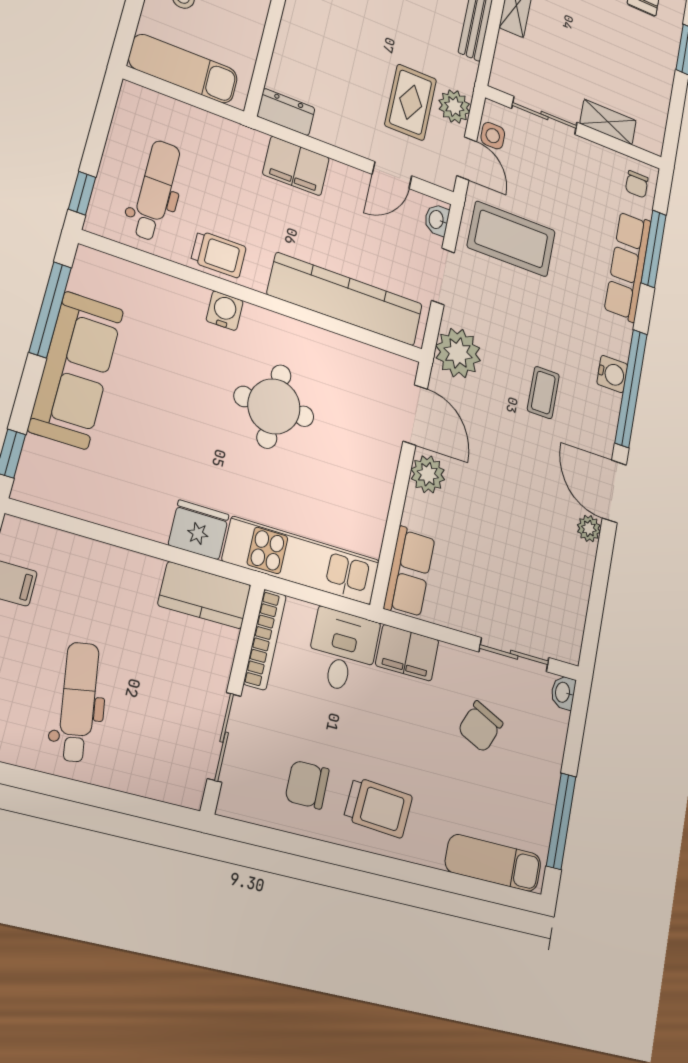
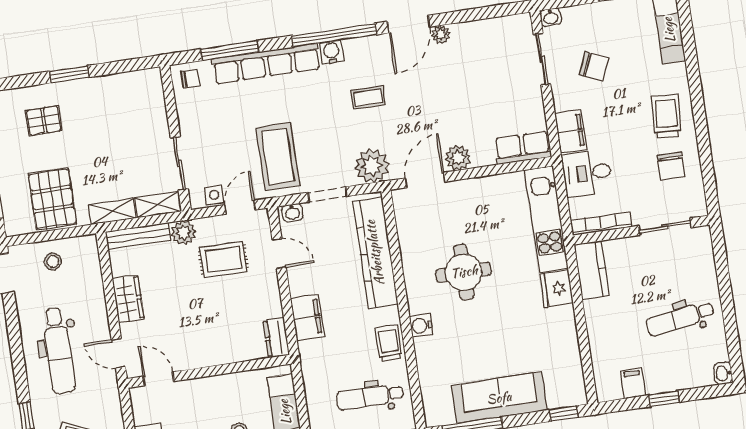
plant: (454, 106) -> (184, 233), moved
shelving: (608, 122) -> (158, 205), moved, turned 90
row of seats: (628, 266) -> (266, 64), width x1.36

